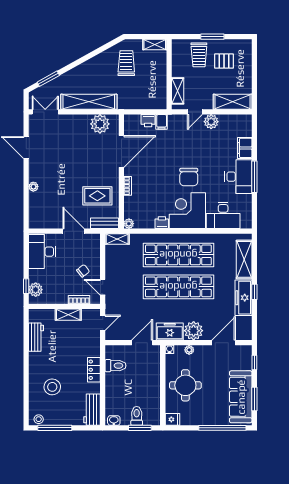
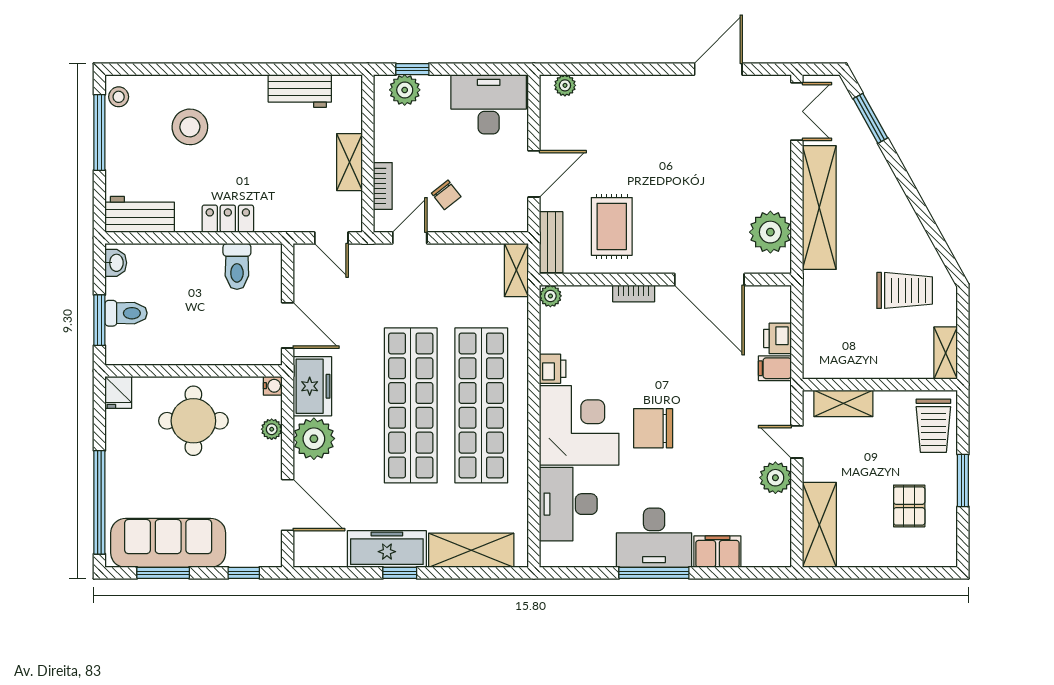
trolley: (199, 55) -> (933, 426), moved, turned -90
plant: (33, 187) -> (565, 85), moved

